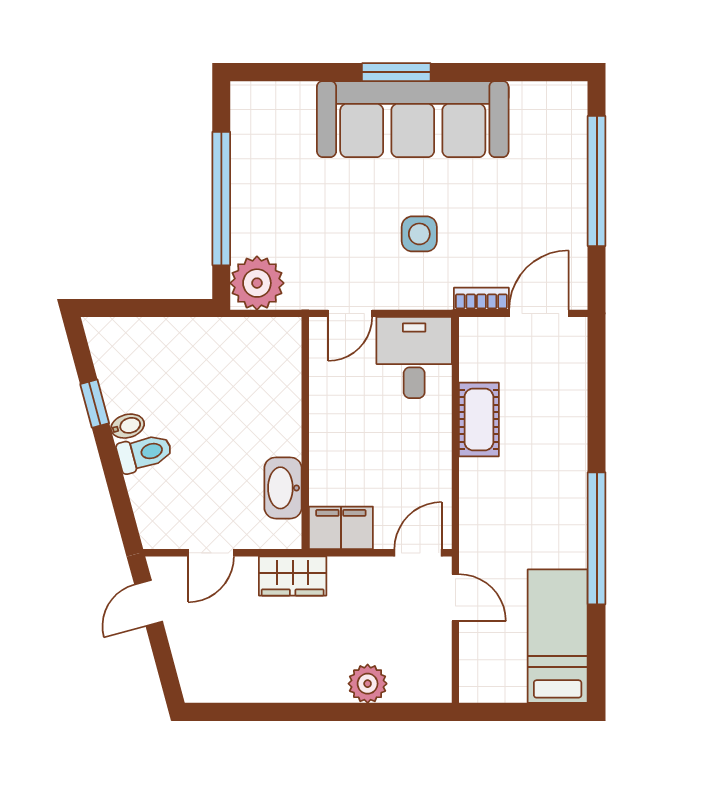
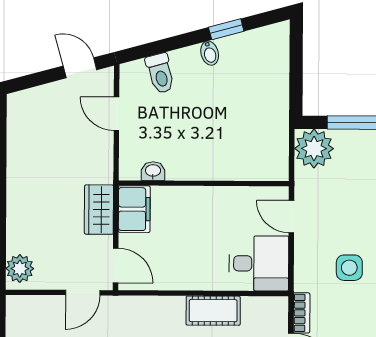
toilet: (145, 453) -> (160, 73), moved
washbasin: (283, 488) -> (153, 171), width x0.52, depth x0.69
wardrobe: (293, 576) -> (99, 210), moved
plant: (368, 684) -> (20, 269), moved

